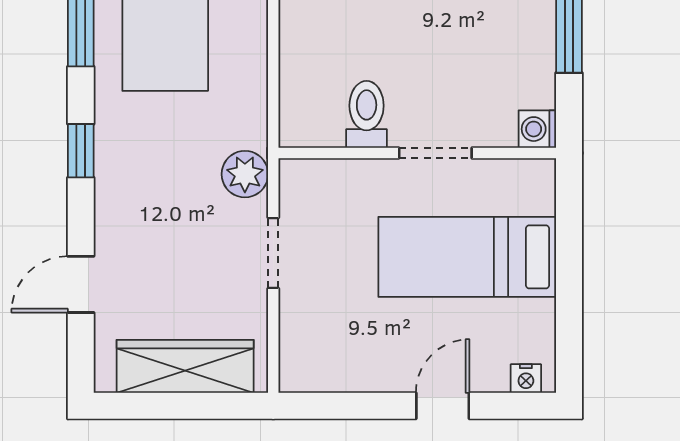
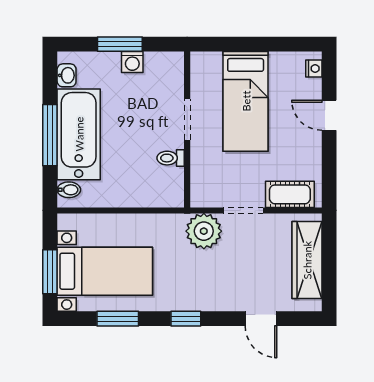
toilet: (367, 114) -> (171, 158), width x0.73, depth x0.72
washing machine: (537, 129) -> (132, 62), moved
plant: (245, 174) -> (204, 231), width x1.36, depth x1.36
cot: (302, 336) -> (290, 194), added

